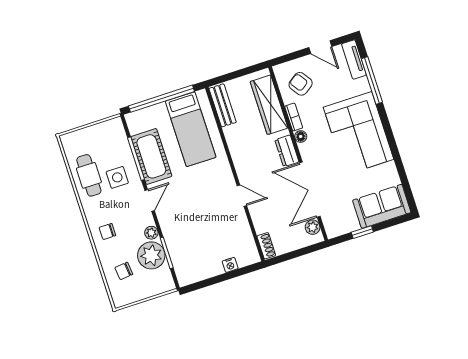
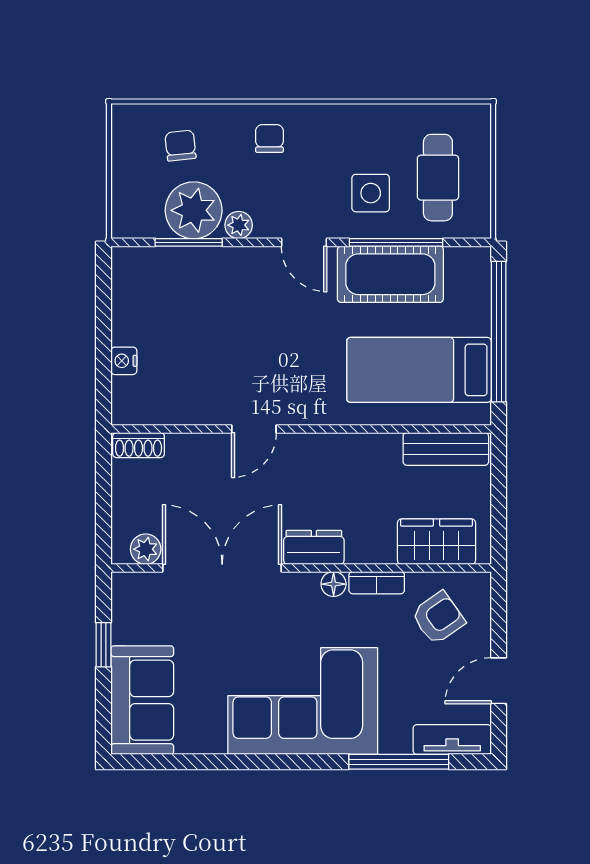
wardrobe: (269, 105) -> (437, 542), width x0.67
cafe table: (89, 175) -> (438, 178), moved, turned 90

